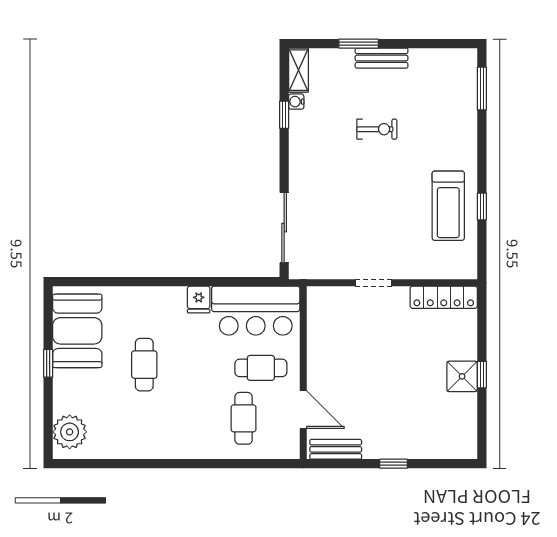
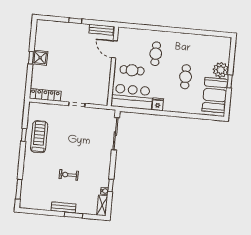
cafe table: (244, 418) -> (156, 54), moved
plant: (70, 432) -> (221, 70), moved

